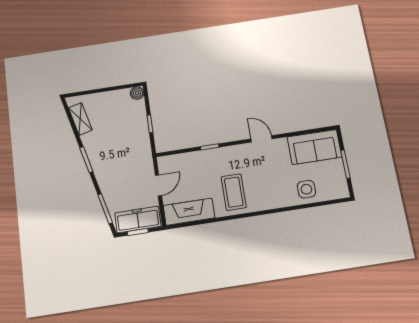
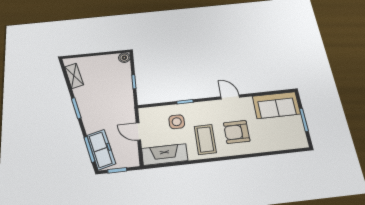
armchair: (269, 182) -> (237, 132), added
door: (158, 185) -> (138, 132), swing flipped
side table: (306, 189) -> (177, 122), moved
freezer: (138, 220) -> (101, 149), moved, turned 76

